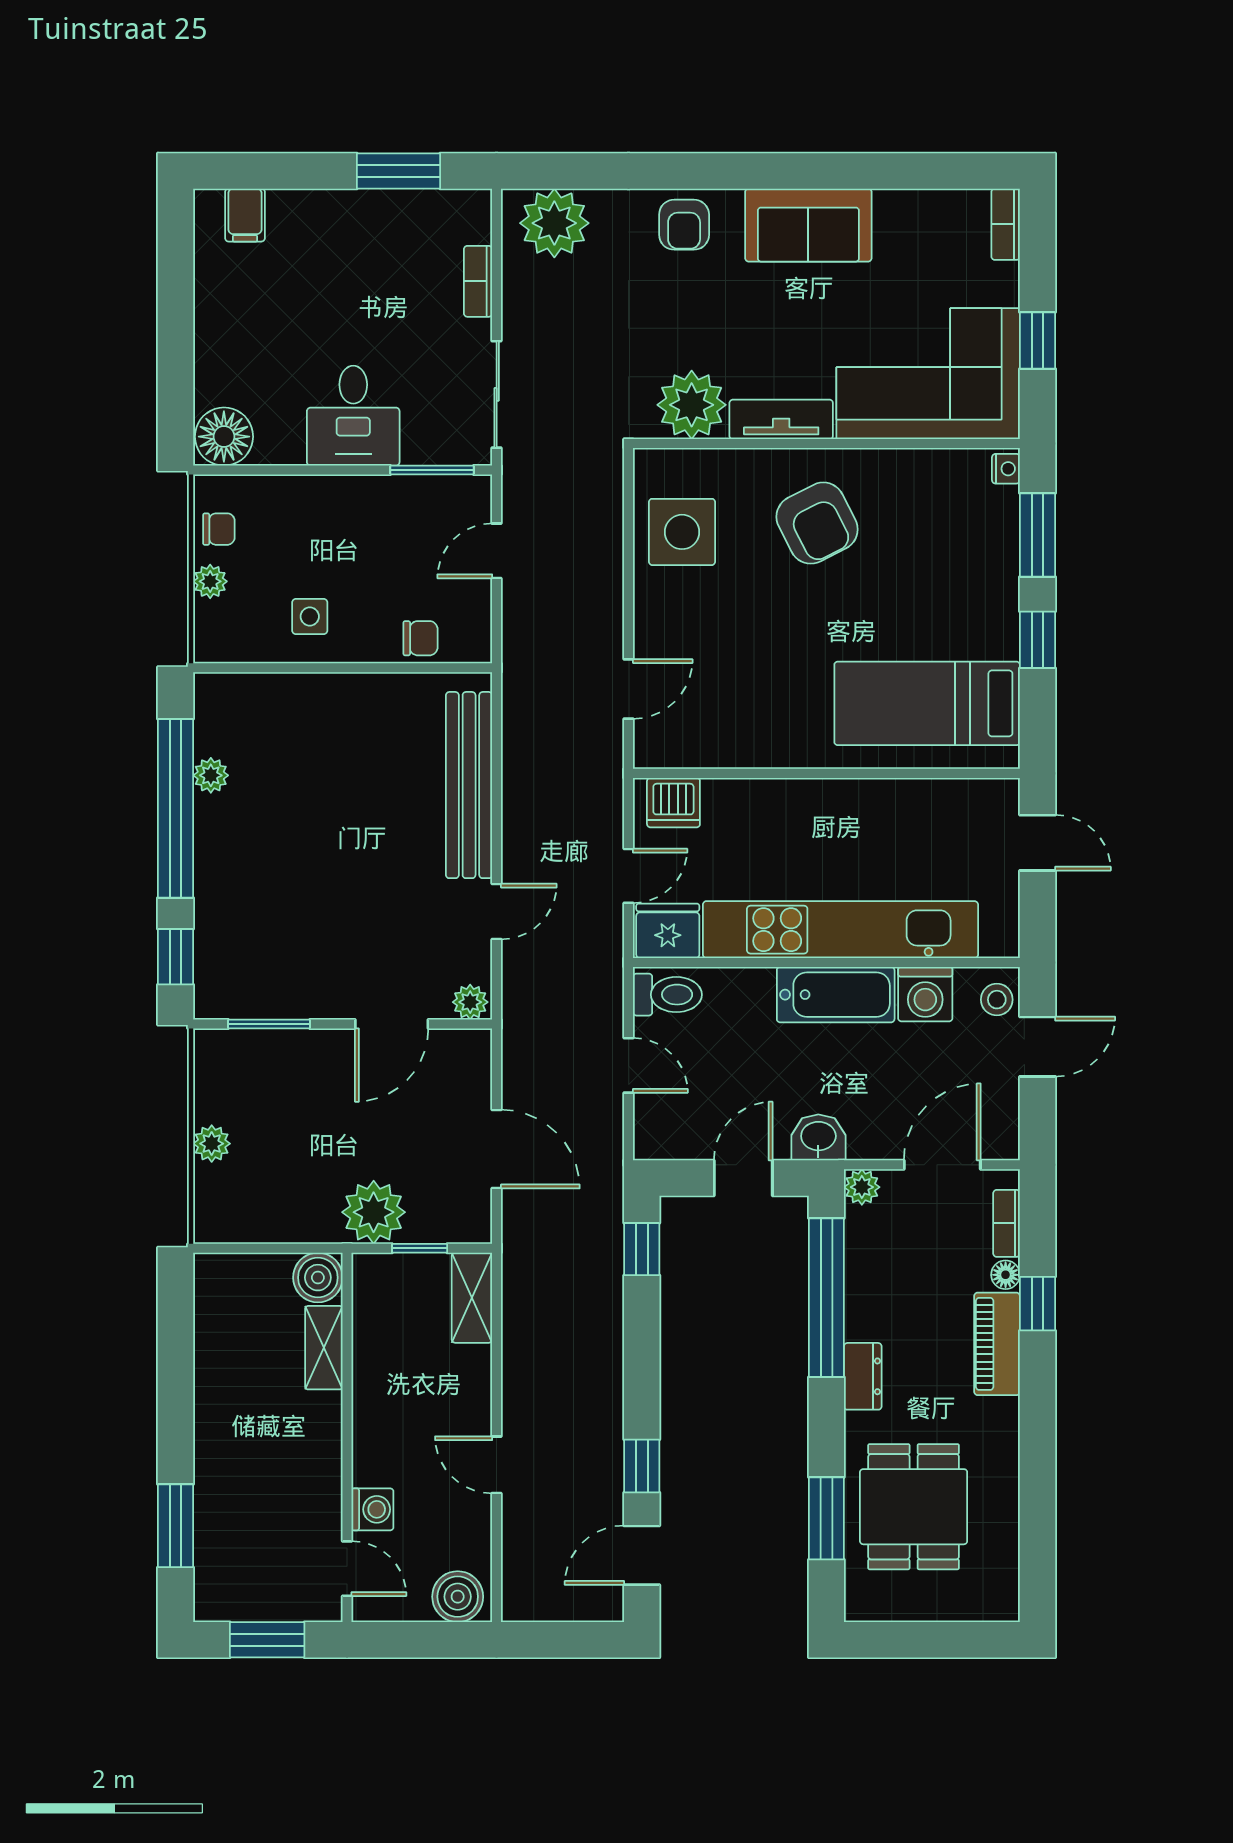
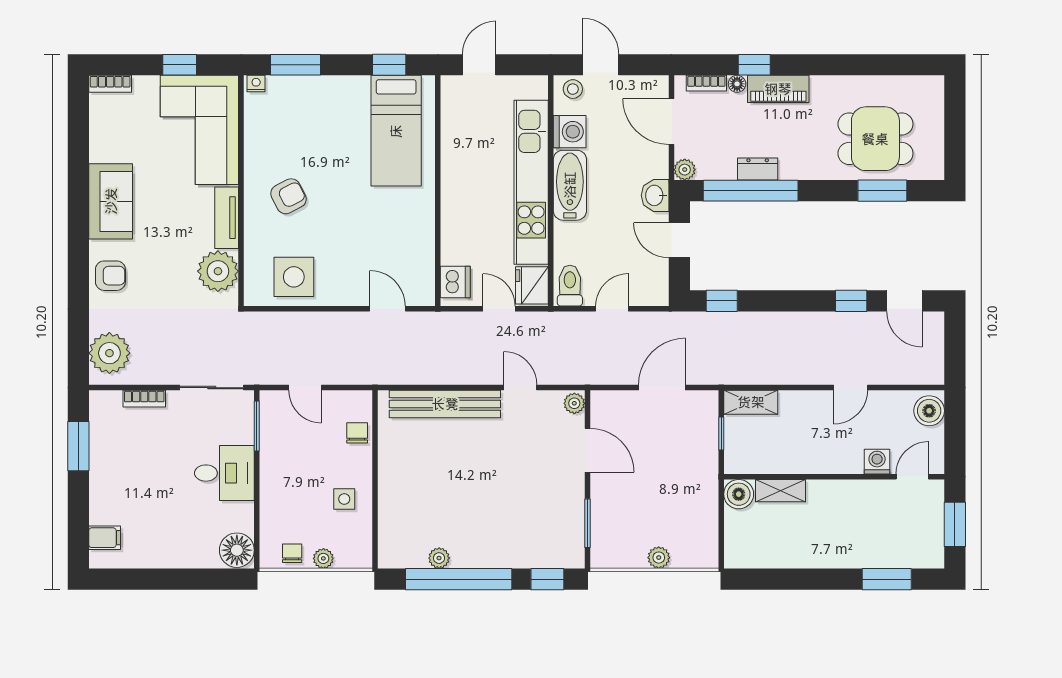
armchair: (817, 523) -> (288, 196), width x0.72, depth x0.72
window: (1037, 640) -> (389, 65), moved
plant: (374, 1212) -> (700, 461), removed
dresser: (863, 1376) -> (758, 169), moved

